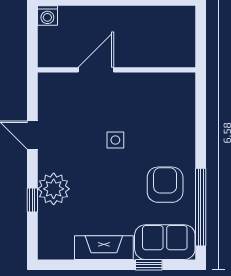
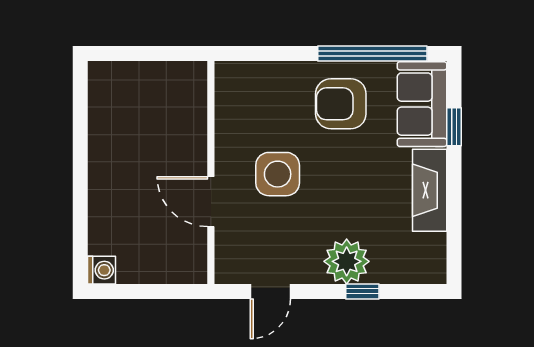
door: (96, 70) -> (211, 202), moved
wall: (116, 70) -> (211, 172), moved
side table: (115, 140) -> (278, 174), width x1.87, depth x1.87

